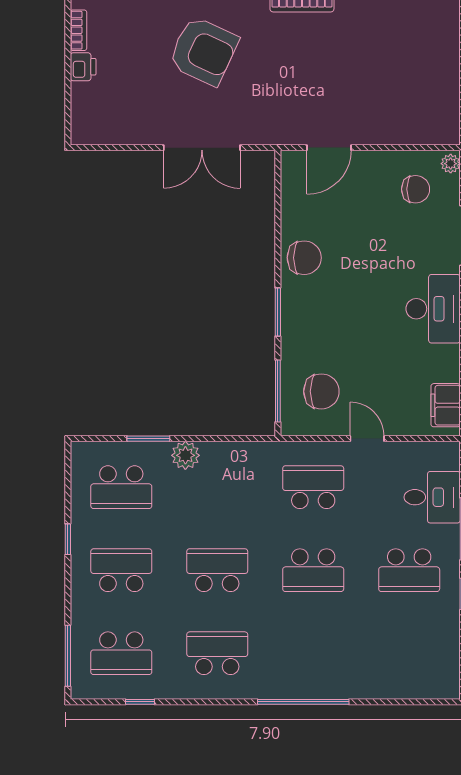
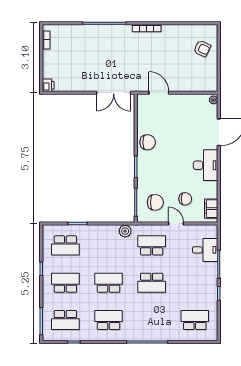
armchair: (203, 51) -> (202, 49), moved, width x0.53, depth x0.53
printer: (83, 67) -> (48, 85), moved
double door: (202, 148) -> (114, 93), moved
door: (329, 148) -> (159, 93), swing flipped
chair: (416, 189) -> (185, 199), moved
plant: (185, 455) -> (125, 231), moved
school desk: (409, 570) -> (195, 320), moved, turned 180

